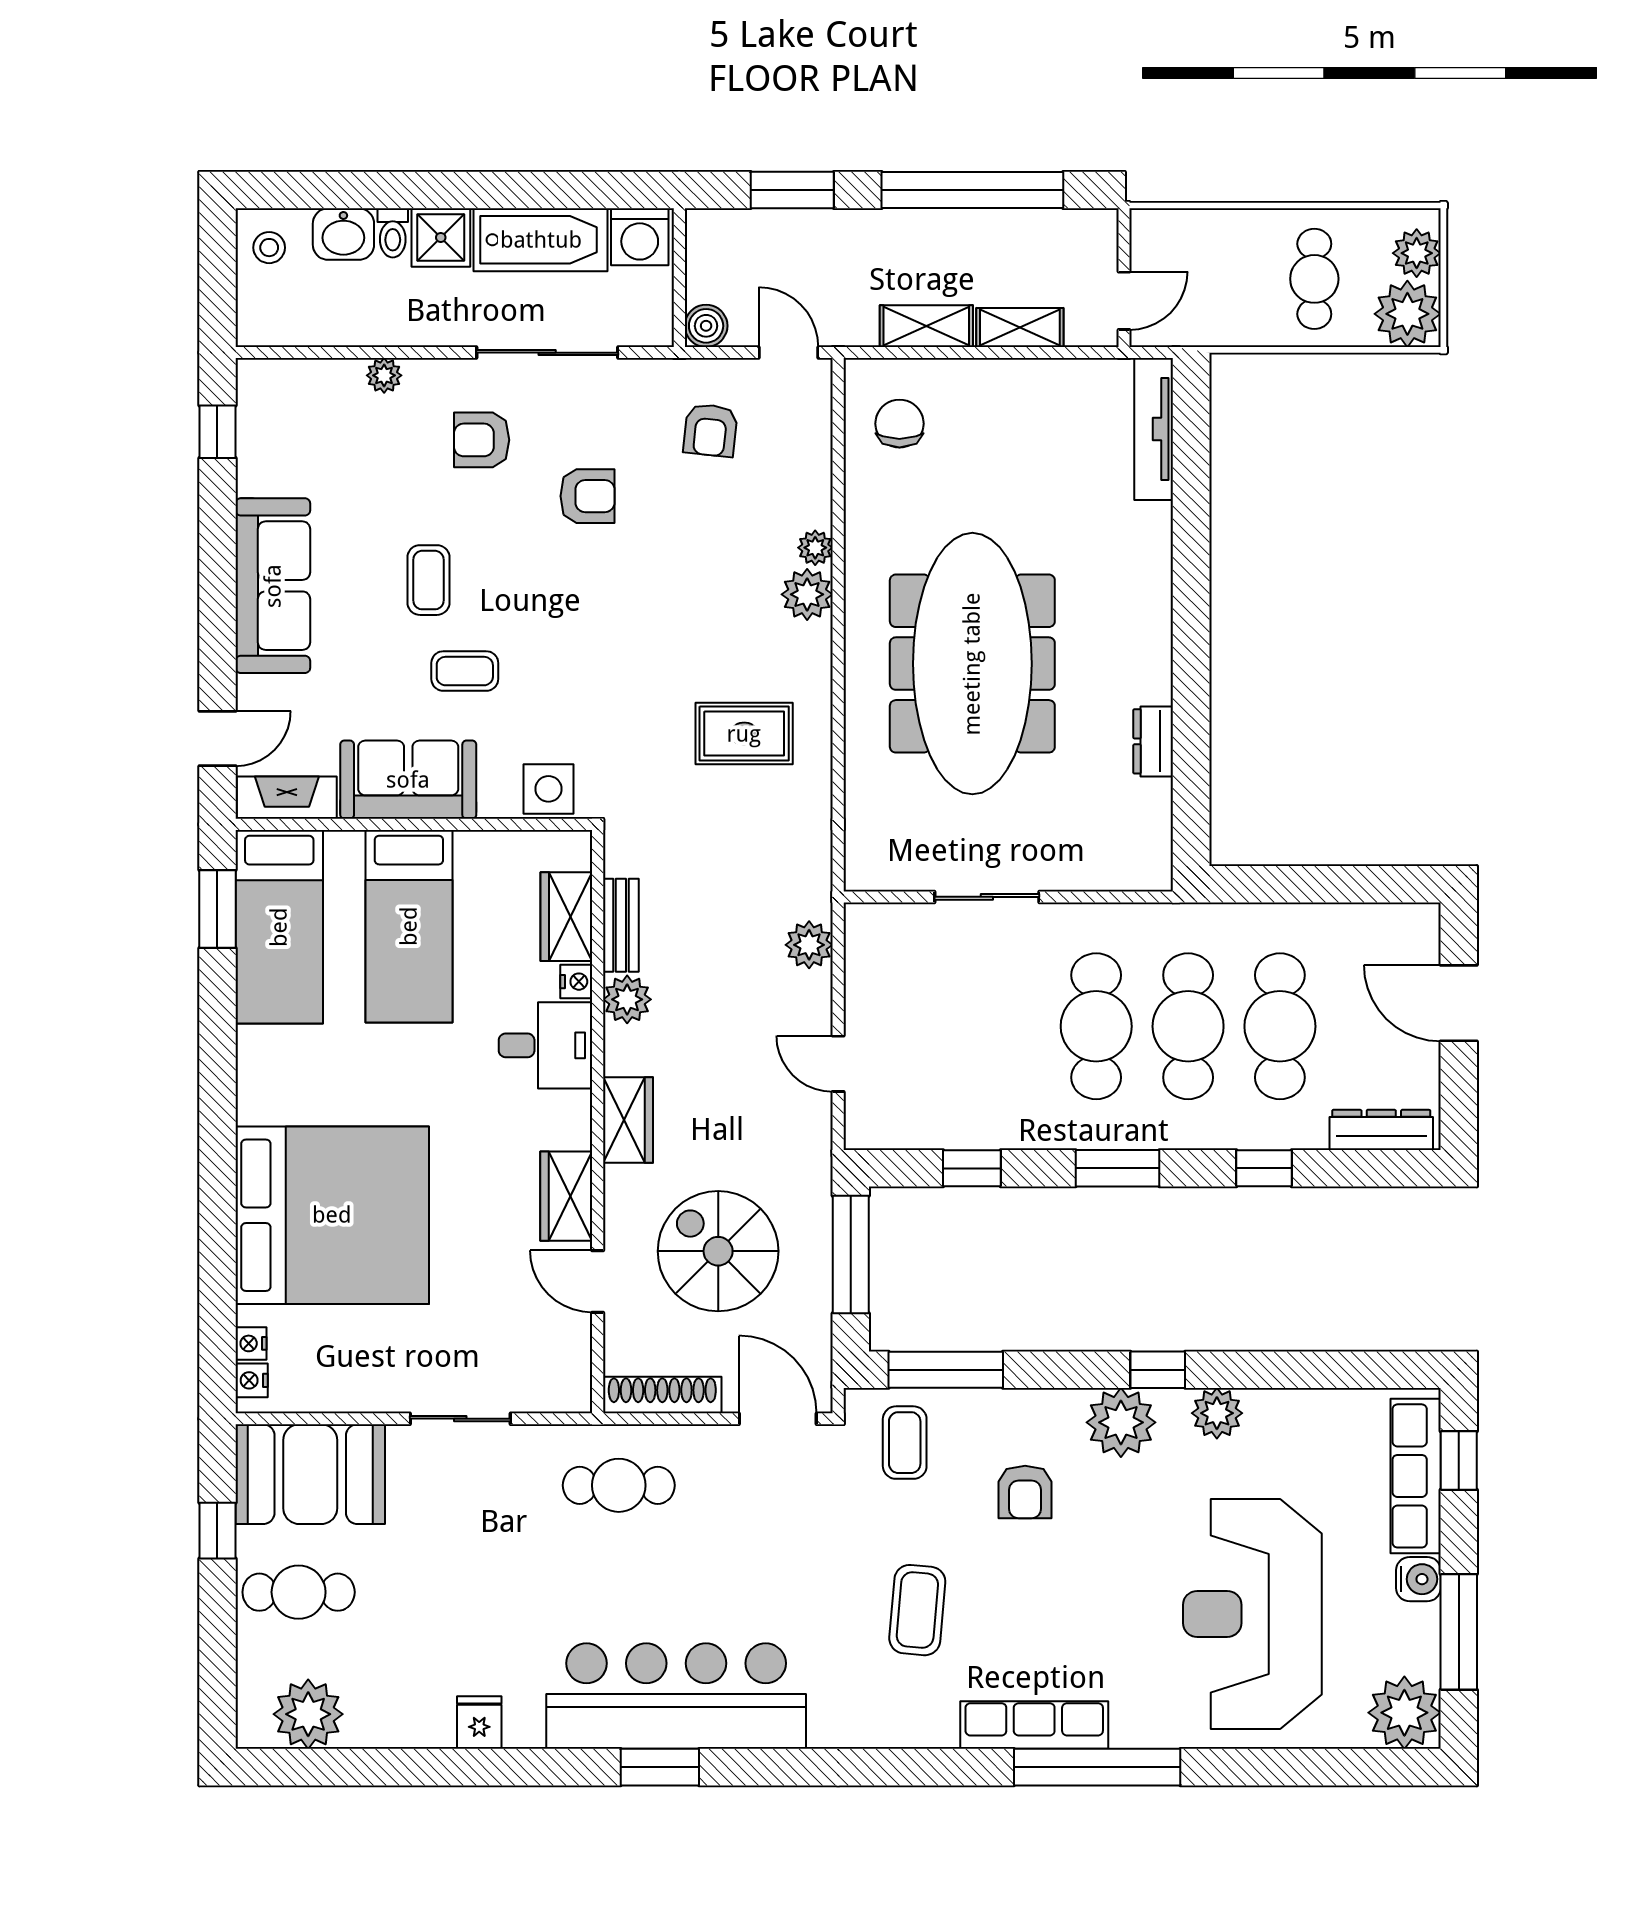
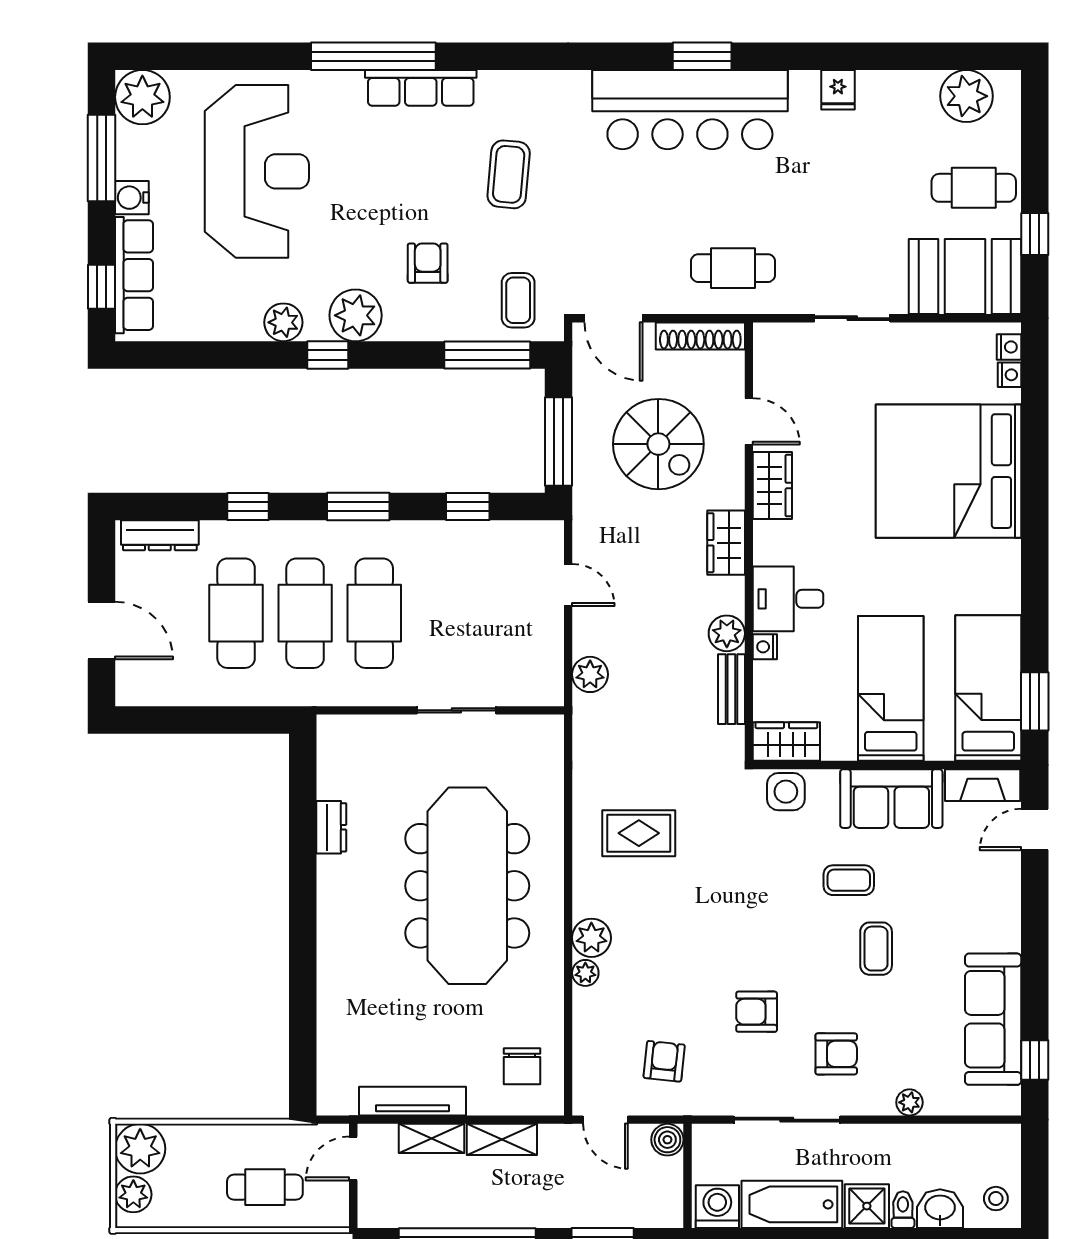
cafe table: (1314, 279) -> (265, 1187), moved, turned 90
tv unit: (1154, 429) -> (413, 1101), moved, turned -90
sofa: (273, 586) -> (993, 1019), moved
wardrobe: (566, 917) -> (786, 741), moved, turned -90

